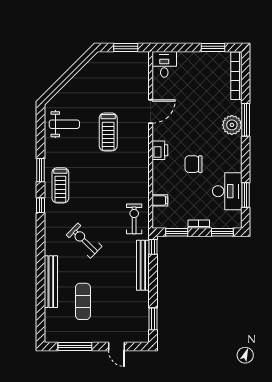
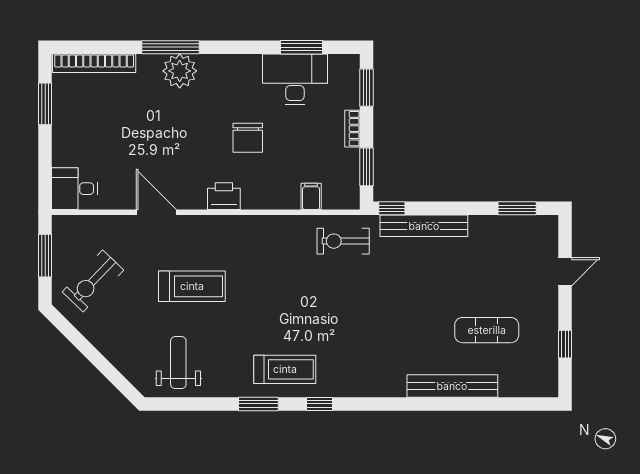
exercise bike: (84, 241) -> (93, 281), moved
window: (75, 346) -> (565, 344), width x0.46

